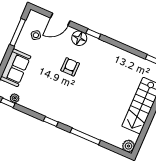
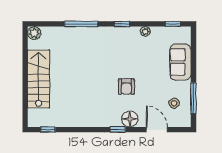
door: (60, 19) -> (157, 130), hinge flipped
plant: (15, 98) -> (145, 31), moved

